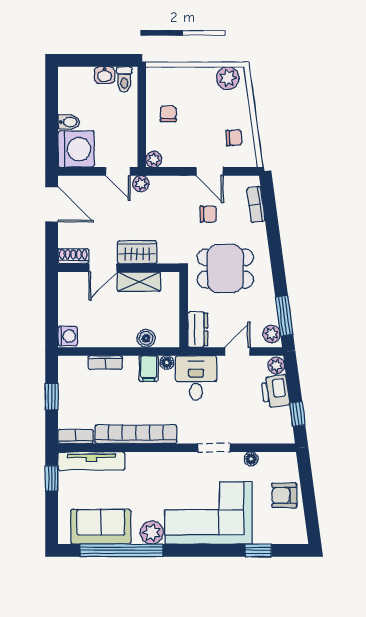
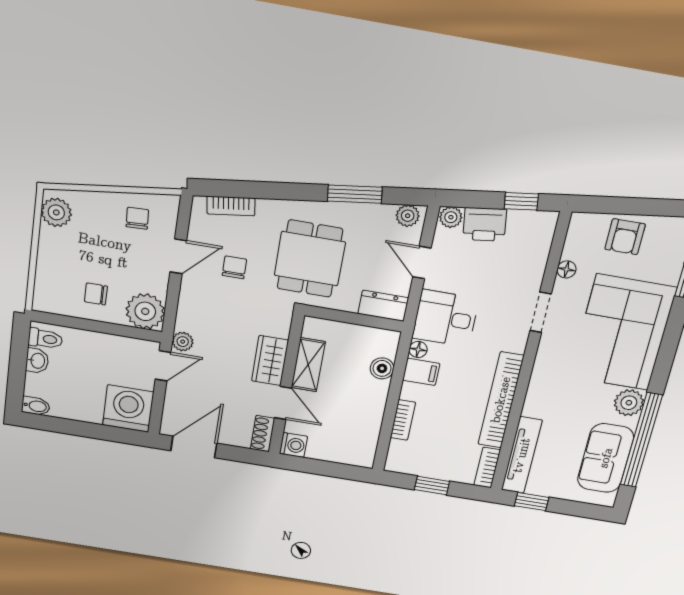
bidet: (69, 122) -> (36, 406), moved, turned 90
plant: (154, 159) -> (145, 311), width x1.88, depth x1.88
window: (284, 316) -> (355, 194), moved
washing machine: (68, 336) -> (293, 445), moved, turned 90

